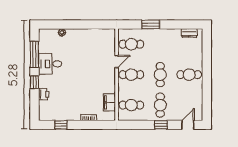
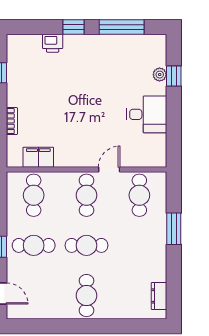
window: (63, 24) -> (174, 76), added
door: (117, 62) -> (109, 169), swing flipped
desk: (50, 64) -> (147, 114), moved, turned 90

